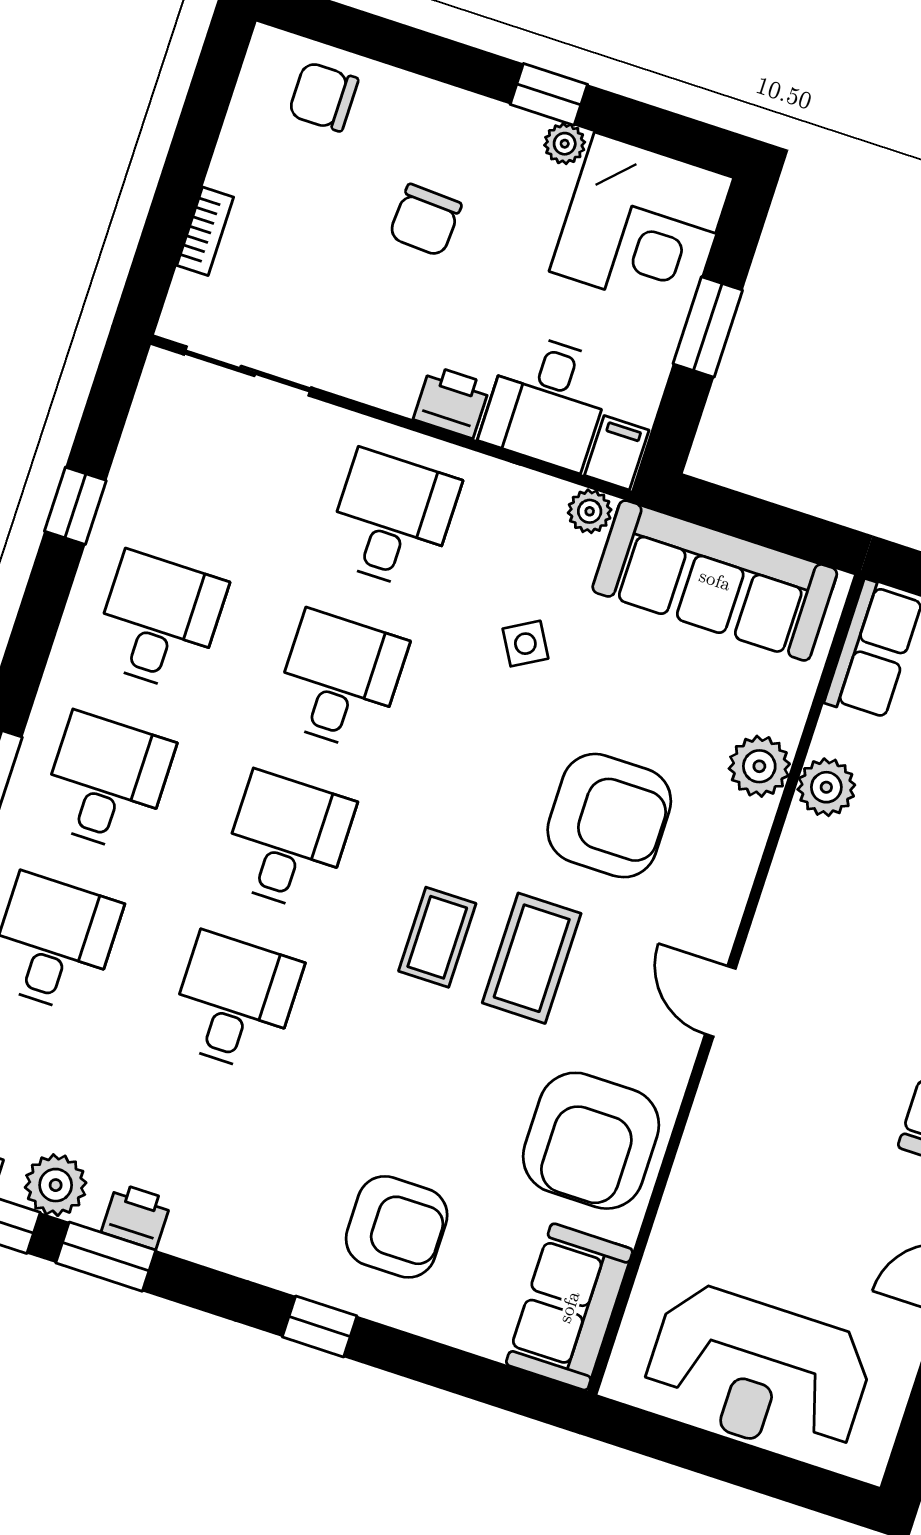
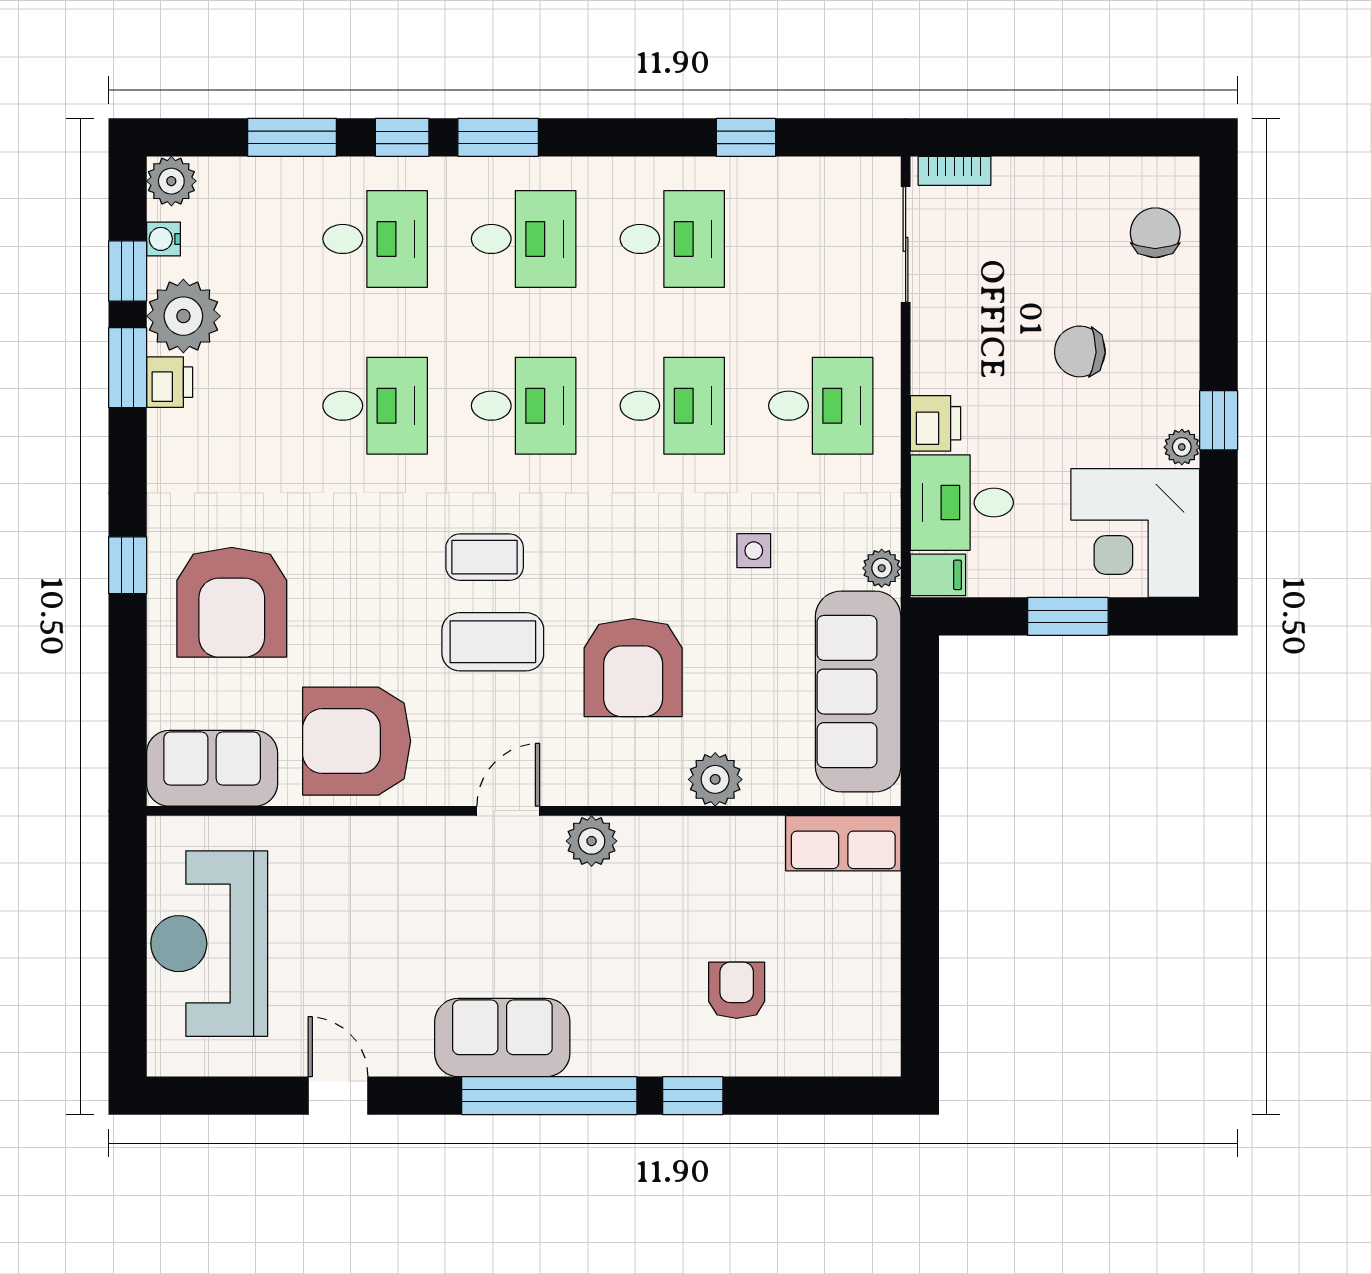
bookcase: (205, 231) -> (954, 171), moved
side table: (525, 644) -> (754, 551), turned 30
plant: (826, 787) -> (592, 841), moved
plant: (56, 1185) -> (183, 316), width x1.36, depth x1.36
armchair: (397, 1227) -> (232, 602), width x1.36, depth x1.36

